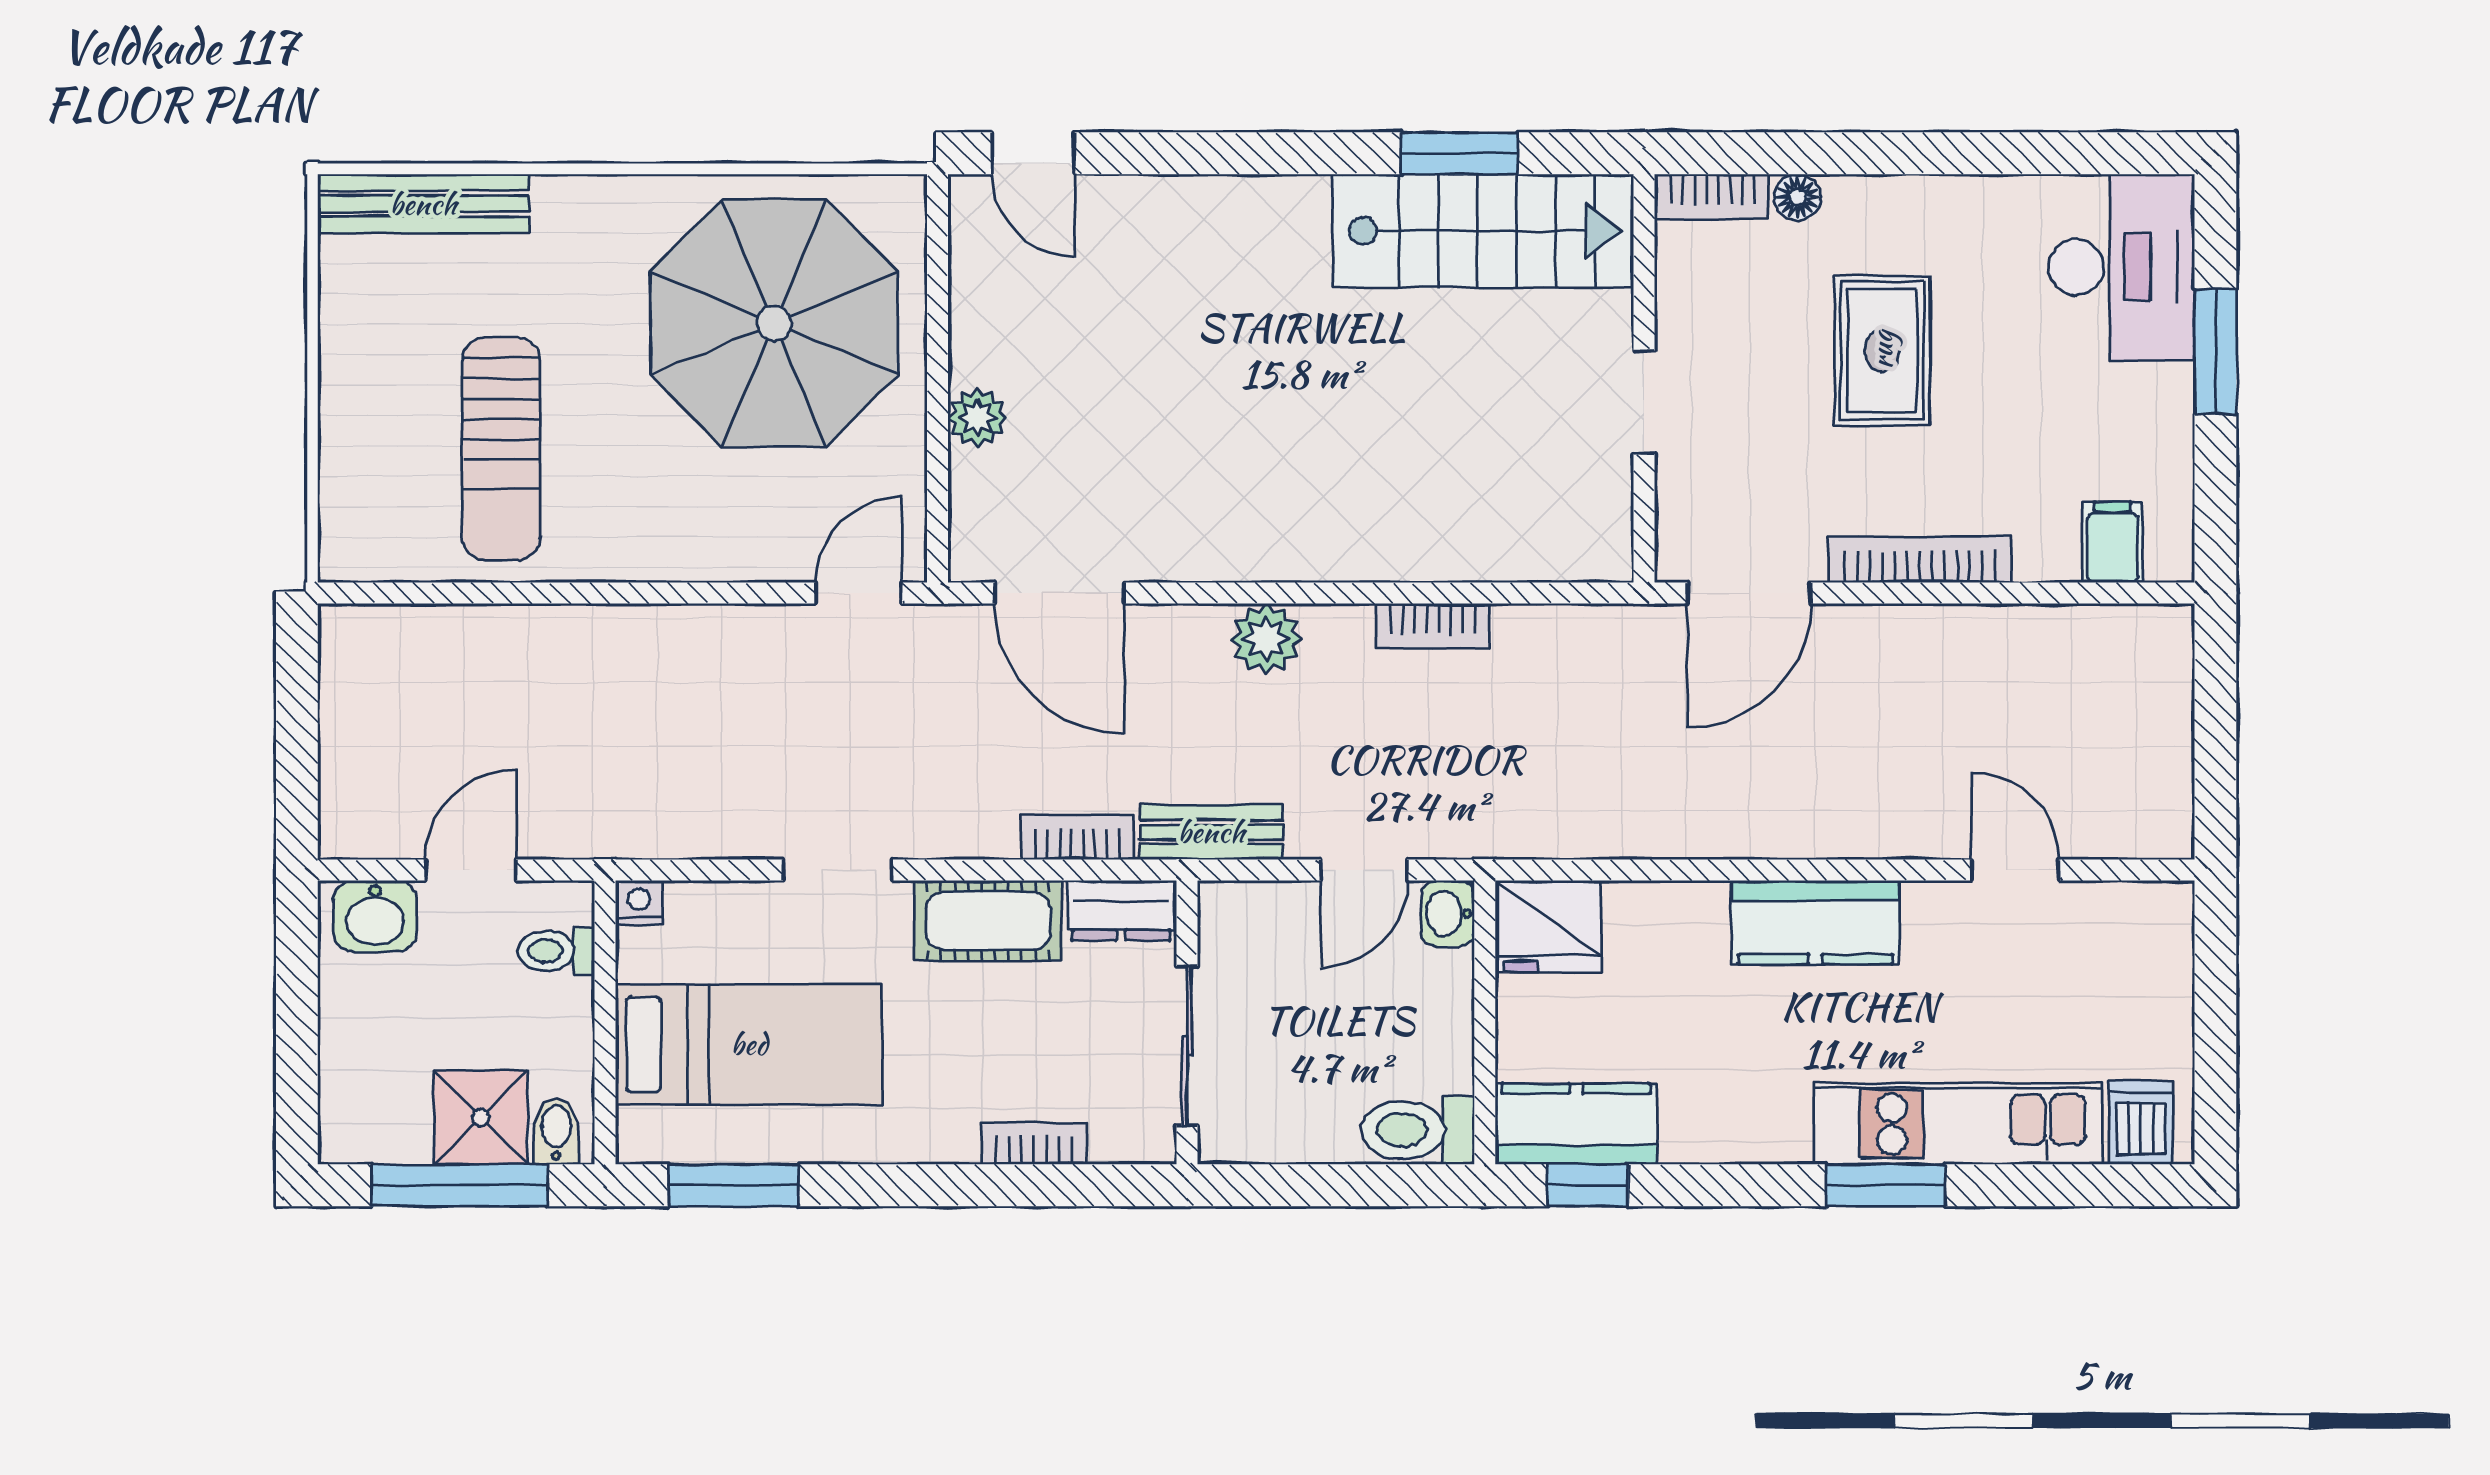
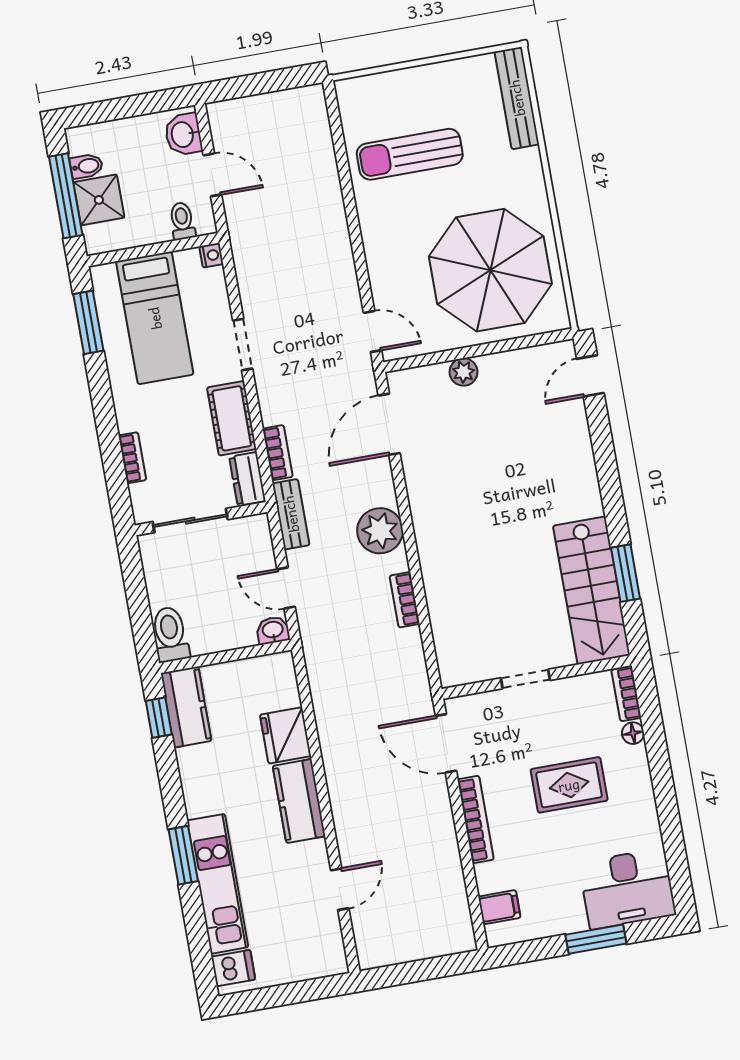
plant: (1266, 639) -> (380, 531), width x1.36, depth x1.36
fridge: (1548, 926) -> (285, 735), moved
bidet: (556, 1131) -> (86, 166), moved

